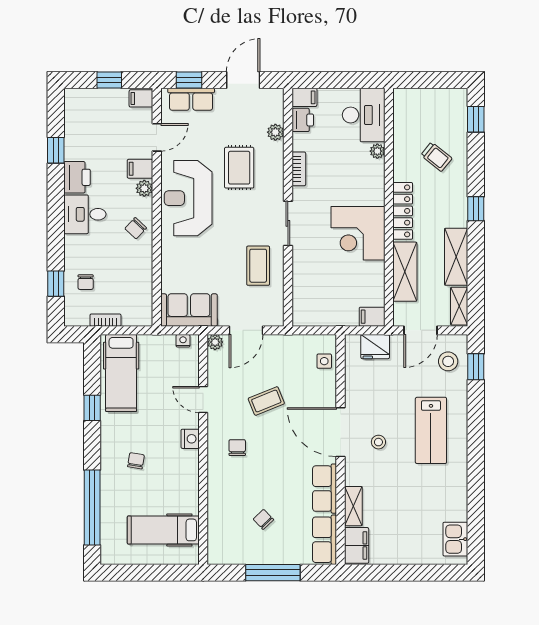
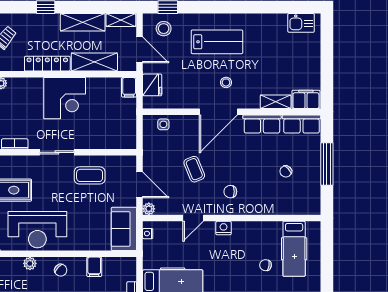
filing cabinet: (140, 169) -> (94, 267), moved
chair: (136, 461) -> (265, 265), moved

